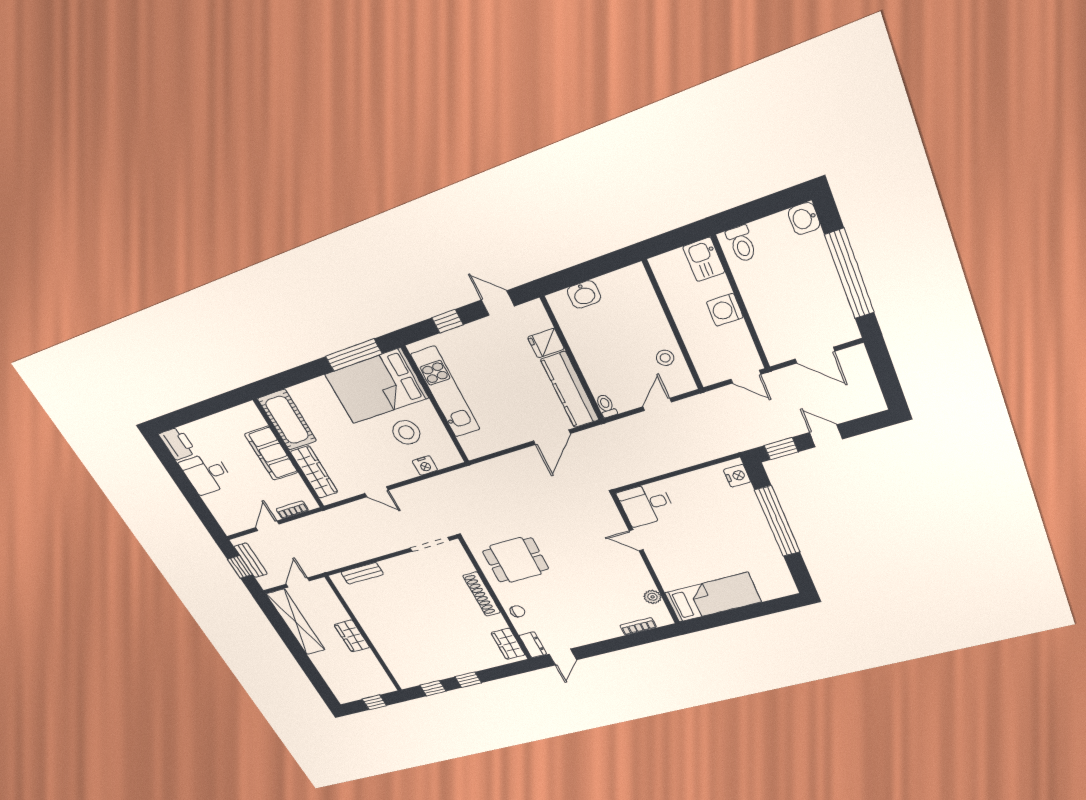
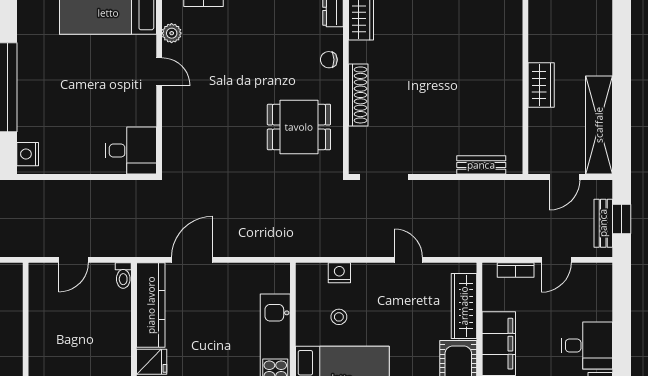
stool: (665, 358) -> (46, 306), removed
stool: (406, 432) -> (339, 317), width x0.53, depth x0.53
door: (636, 540) -> (159, 72), moved

